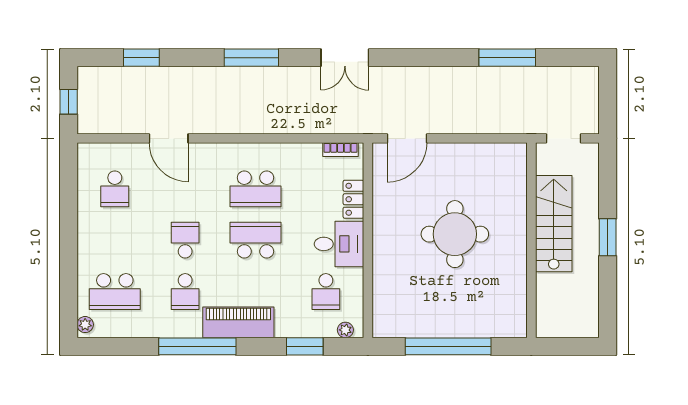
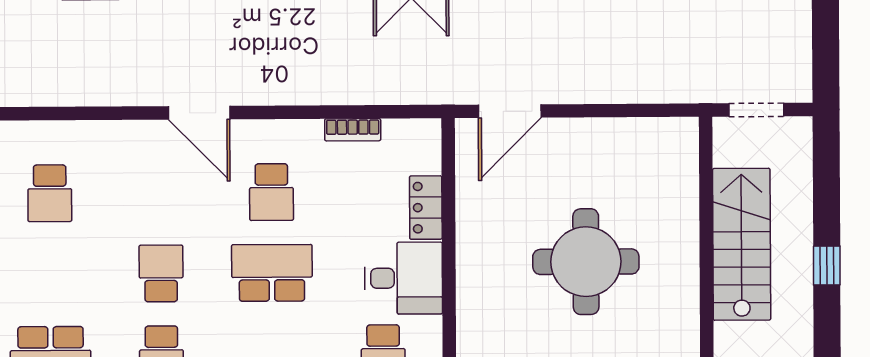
door: (169, 138) -> (199, 113), moved
bookcase: (341, 150) -> (353, 130), moved
school desk: (255, 189) -> (271, 192), width x0.54
window: (608, 237) -> (827, 265), width x0.67

